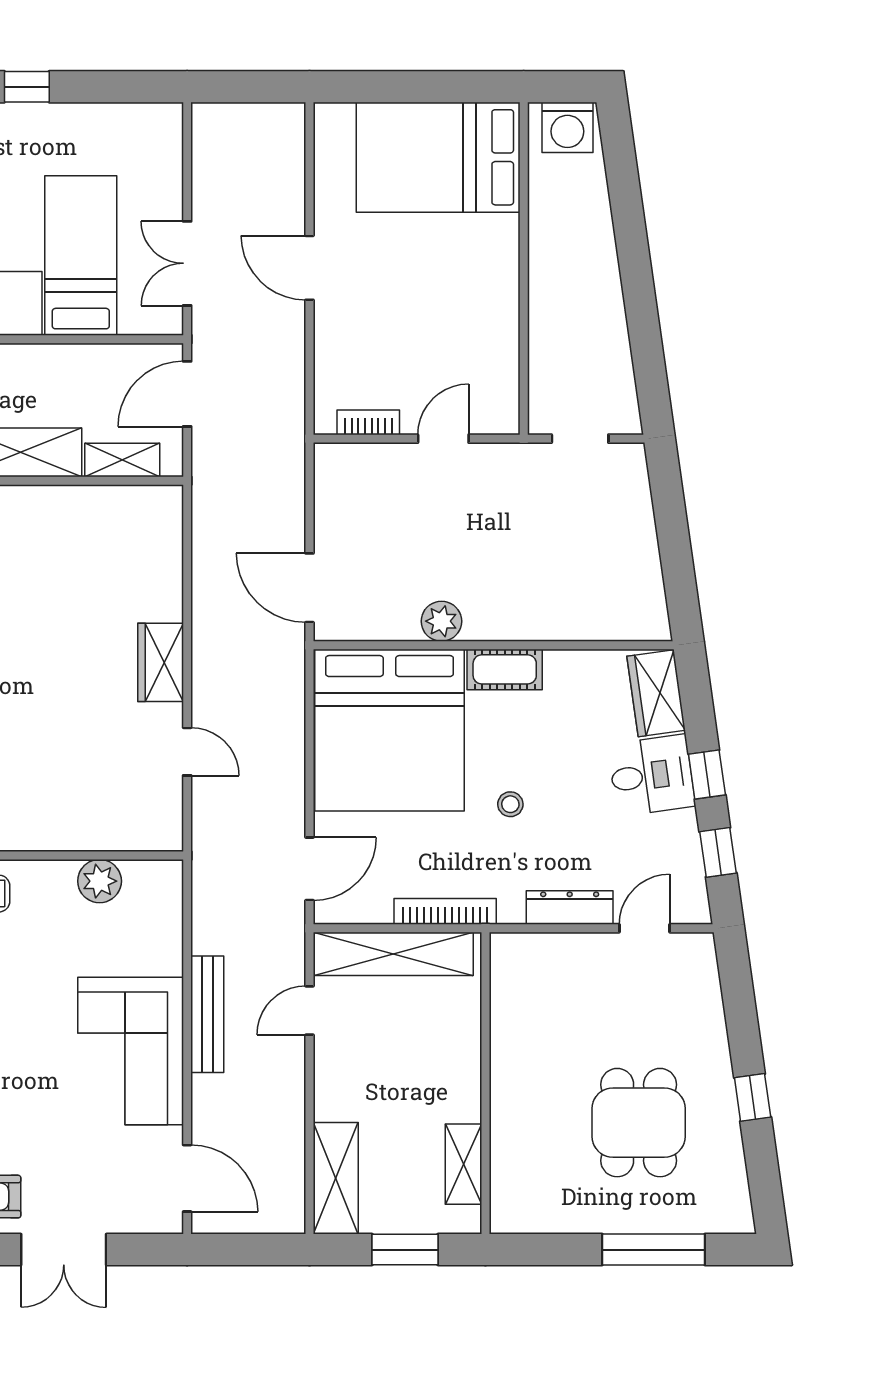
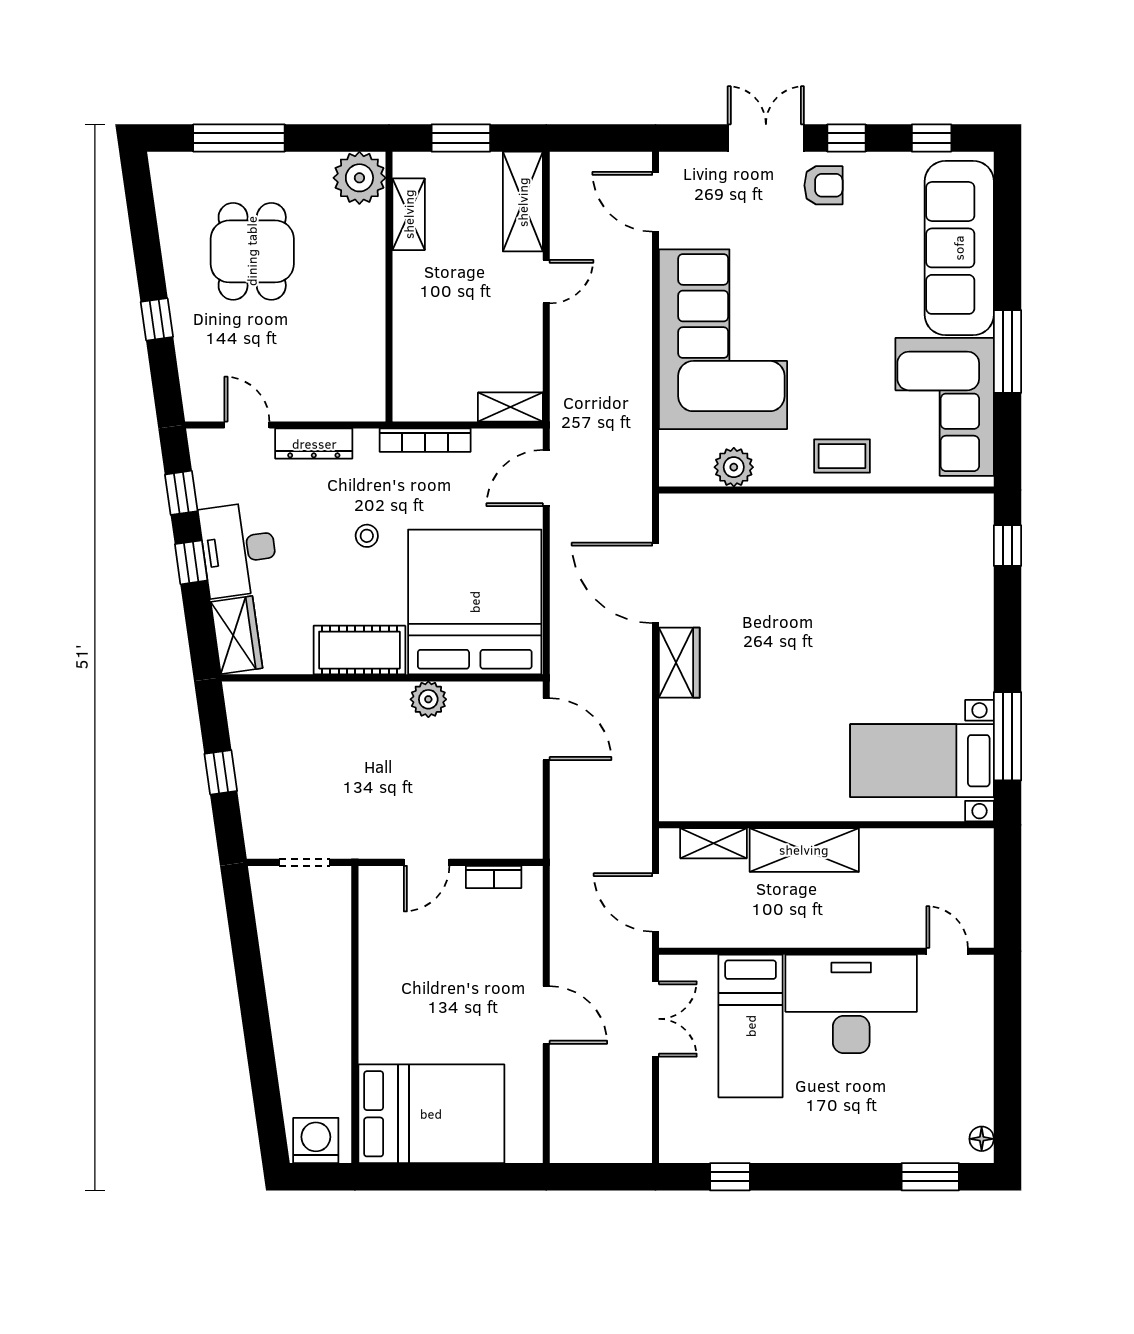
window: (27, 87) -> (730, 1177), moved
door: (187, 394) -> (656, 902), swing flipped
window: (674, 539) -> (221, 772), added
cot: (505, 669) -> (359, 650), width x1.37, depth x1.34
door: (187, 752) -> (656, 583), width x1.87
desk: (652, 775) -> (239, 549), width x1.37
door: (644, 928) -> (247, 425), swing flipped
shelving: (393, 954) -> (510, 407), width x0.45, depth x0.75
door: (310, 1010) -> (546, 282), moved
bench: (207, 1014) -> (638, 348), removed
corner sofa: (131, 1051) -> (723, 339), width x1.36, depth x1.36
window: (753, 1097) -> (157, 319), moved
plant: (519, 1205) -> (359, 178), added

